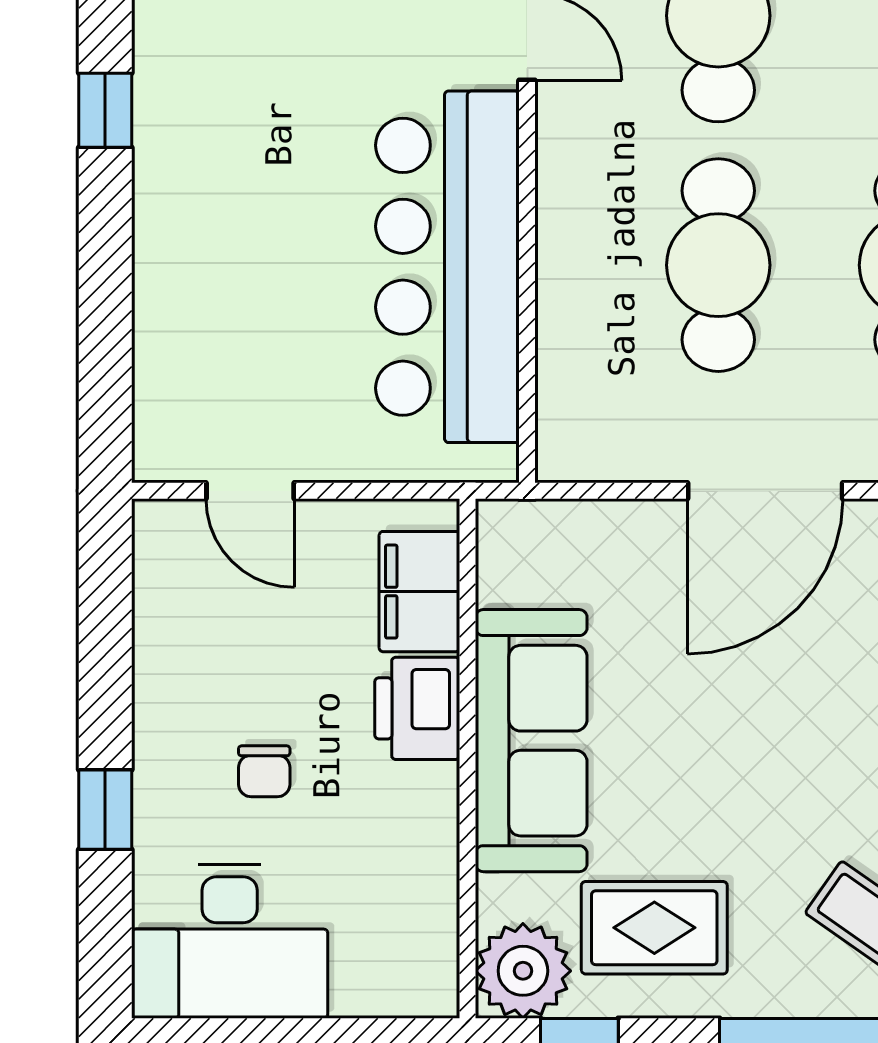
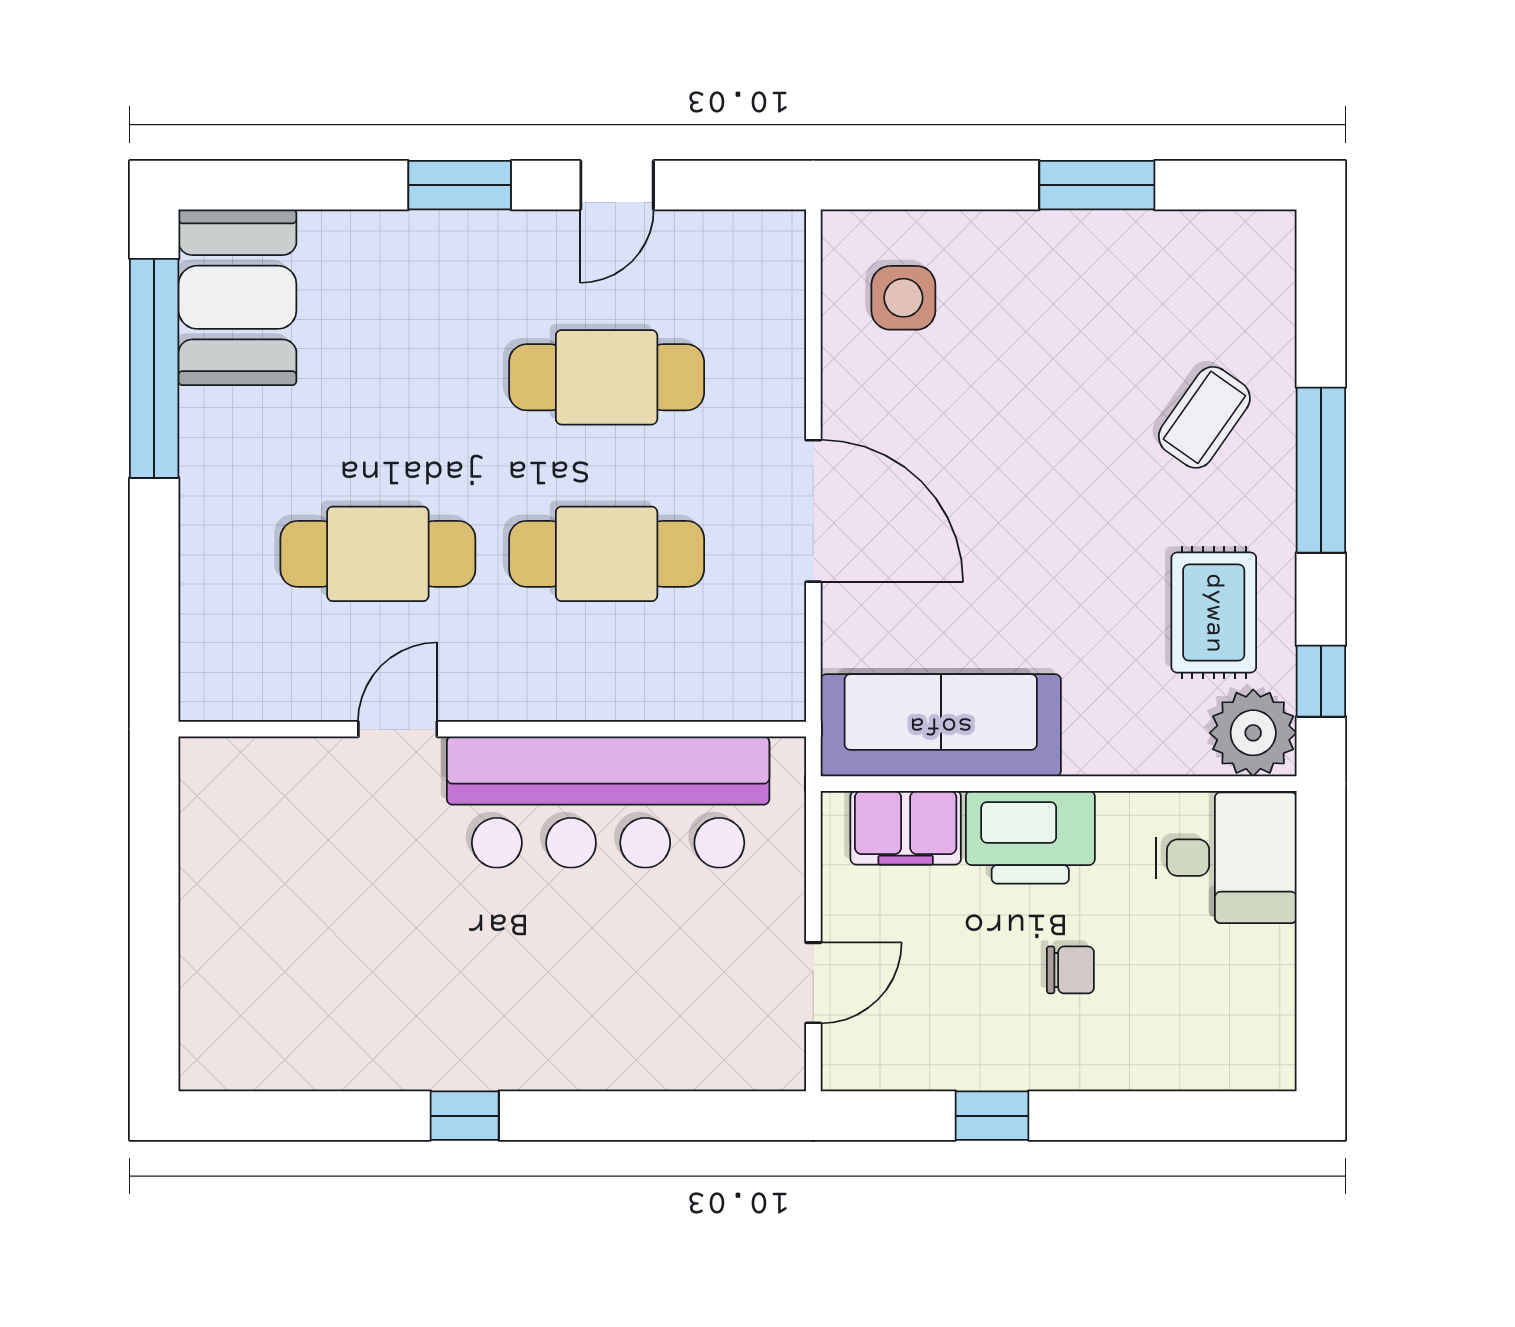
printer: (417, 708) -> (1030, 837), width x1.37, depth x1.19
sofa: (531, 741) -> (941, 725), moved
window: (105, 810) -> (992, 1116), moved
desk: (230, 941) -> (1226, 858), moved, width x0.73

